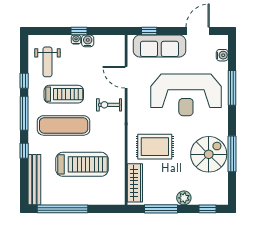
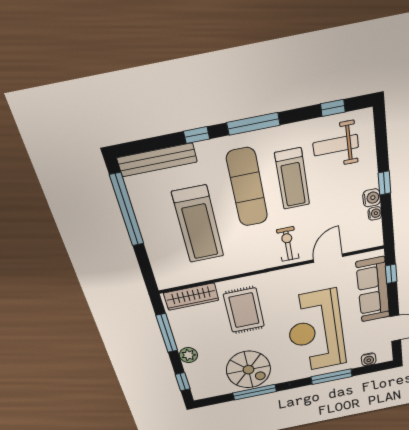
water cooler: (76, 40) -> (375, 213), moved
window: (24, 81) -> (333, 108), moved

